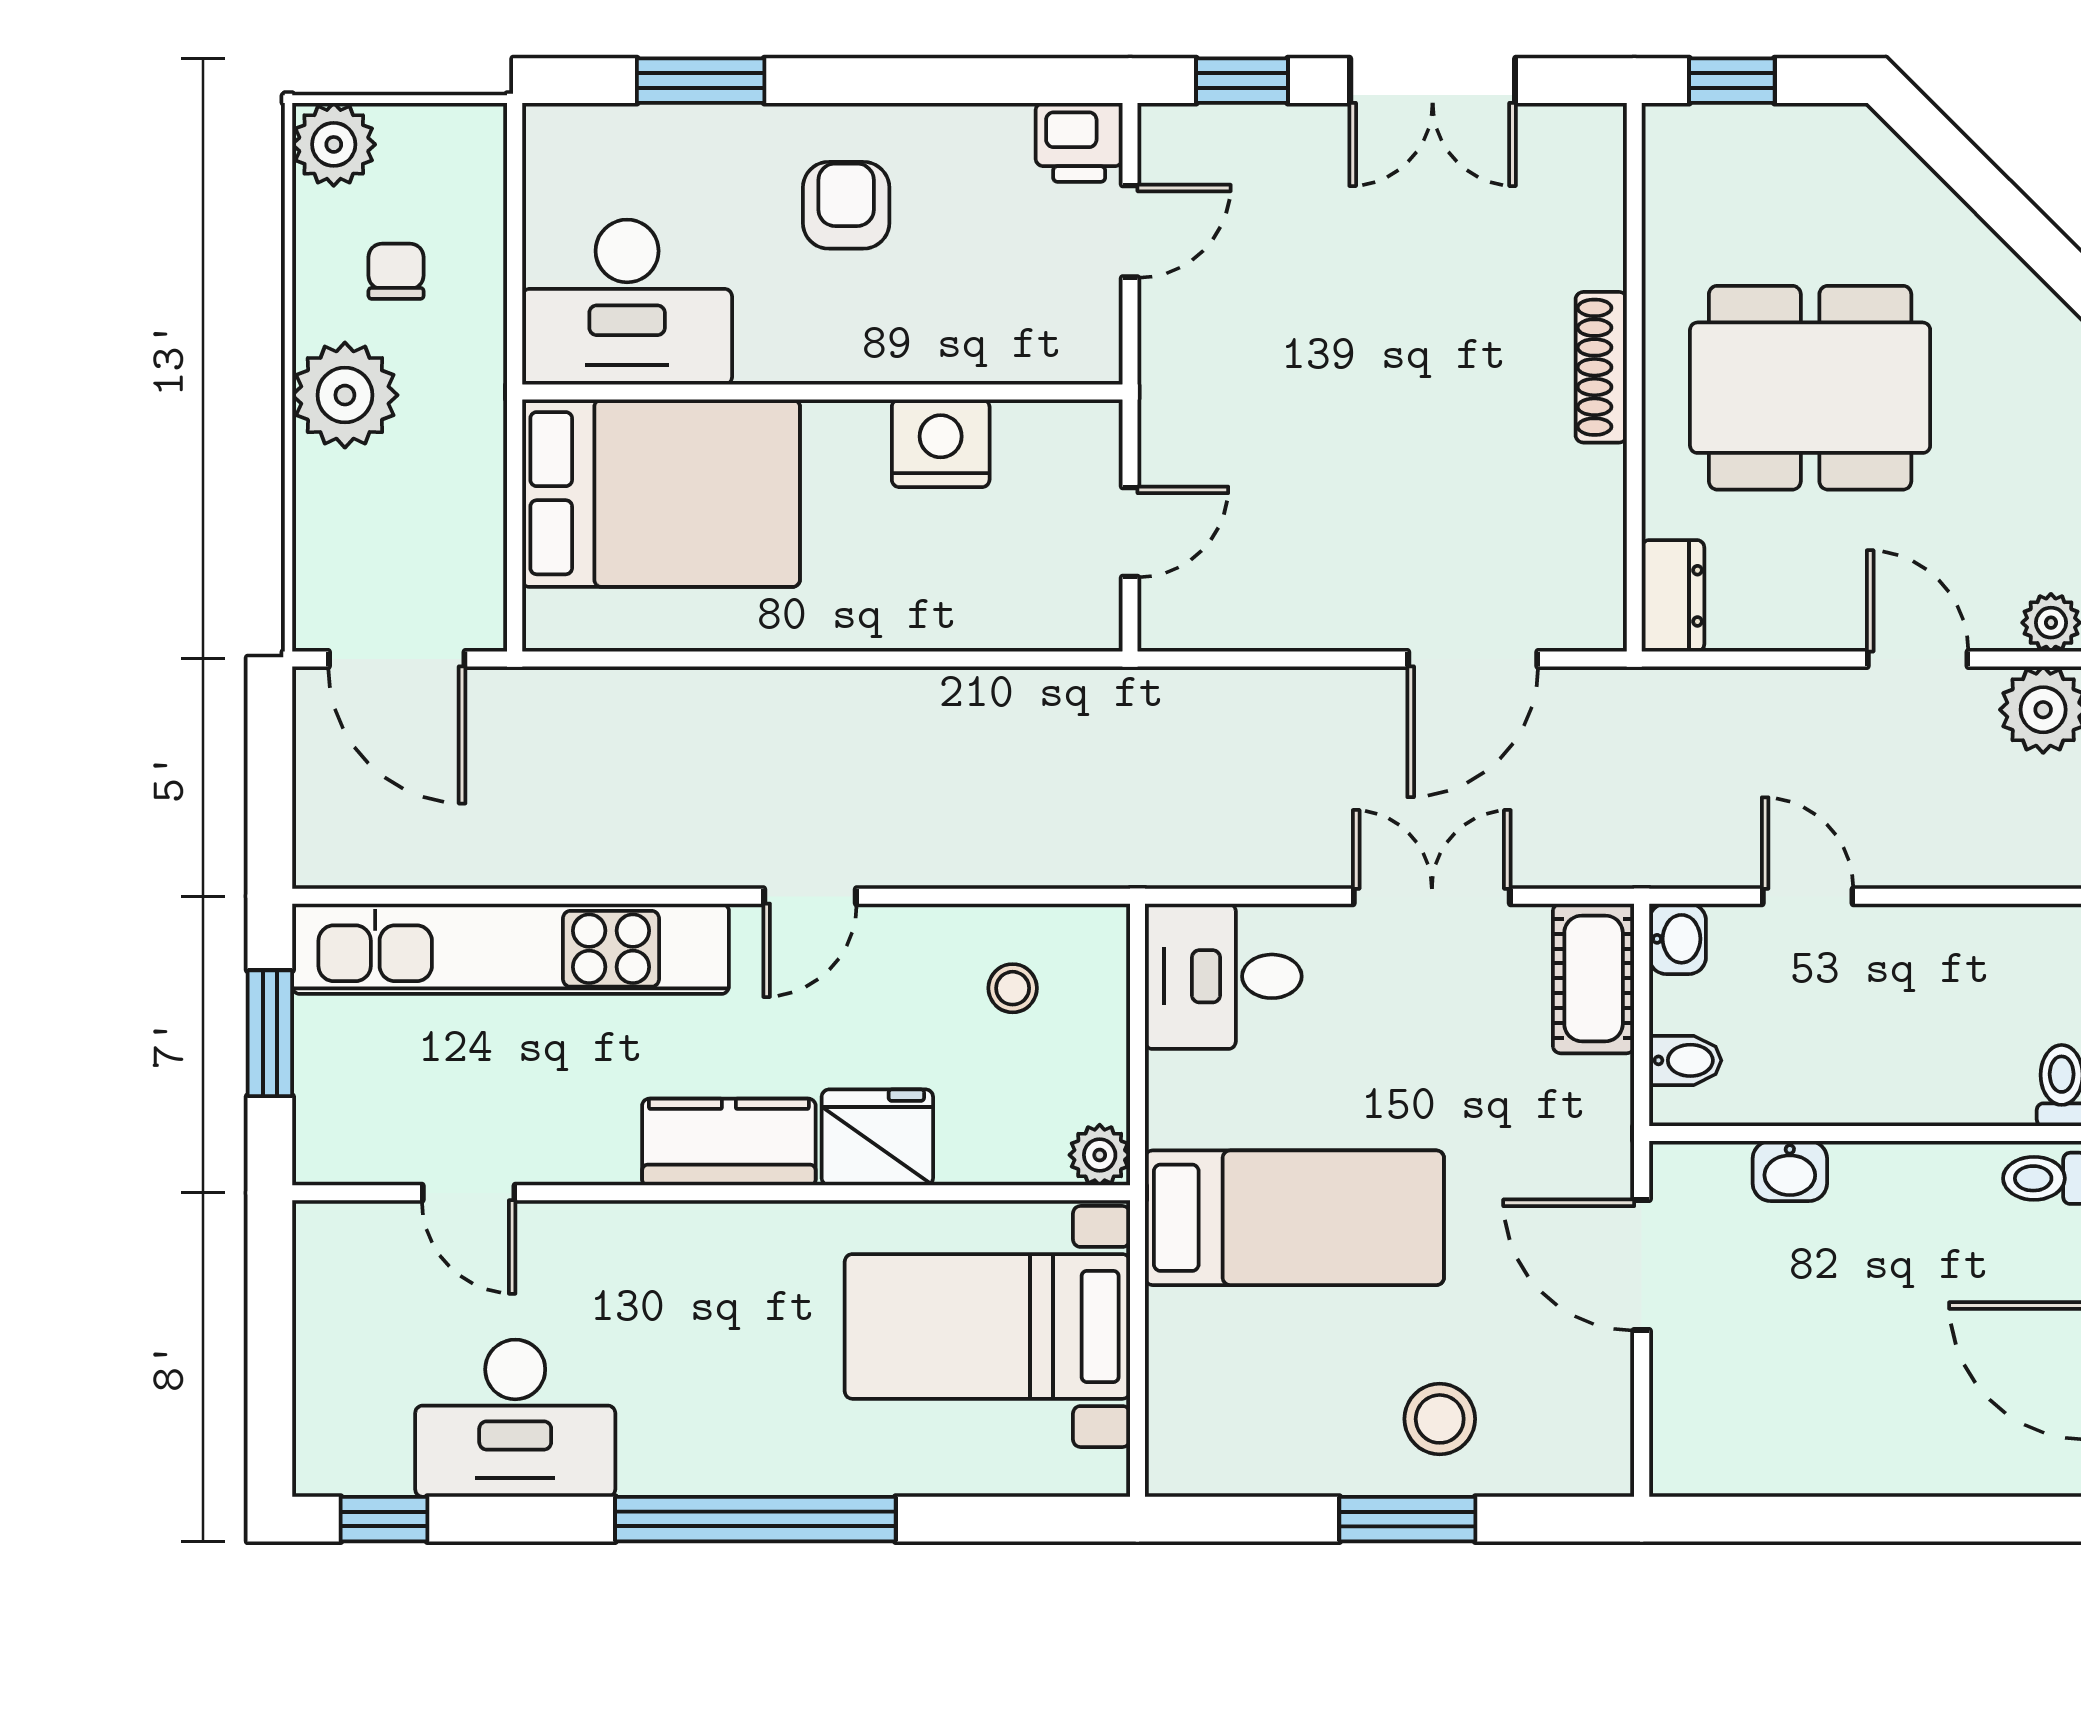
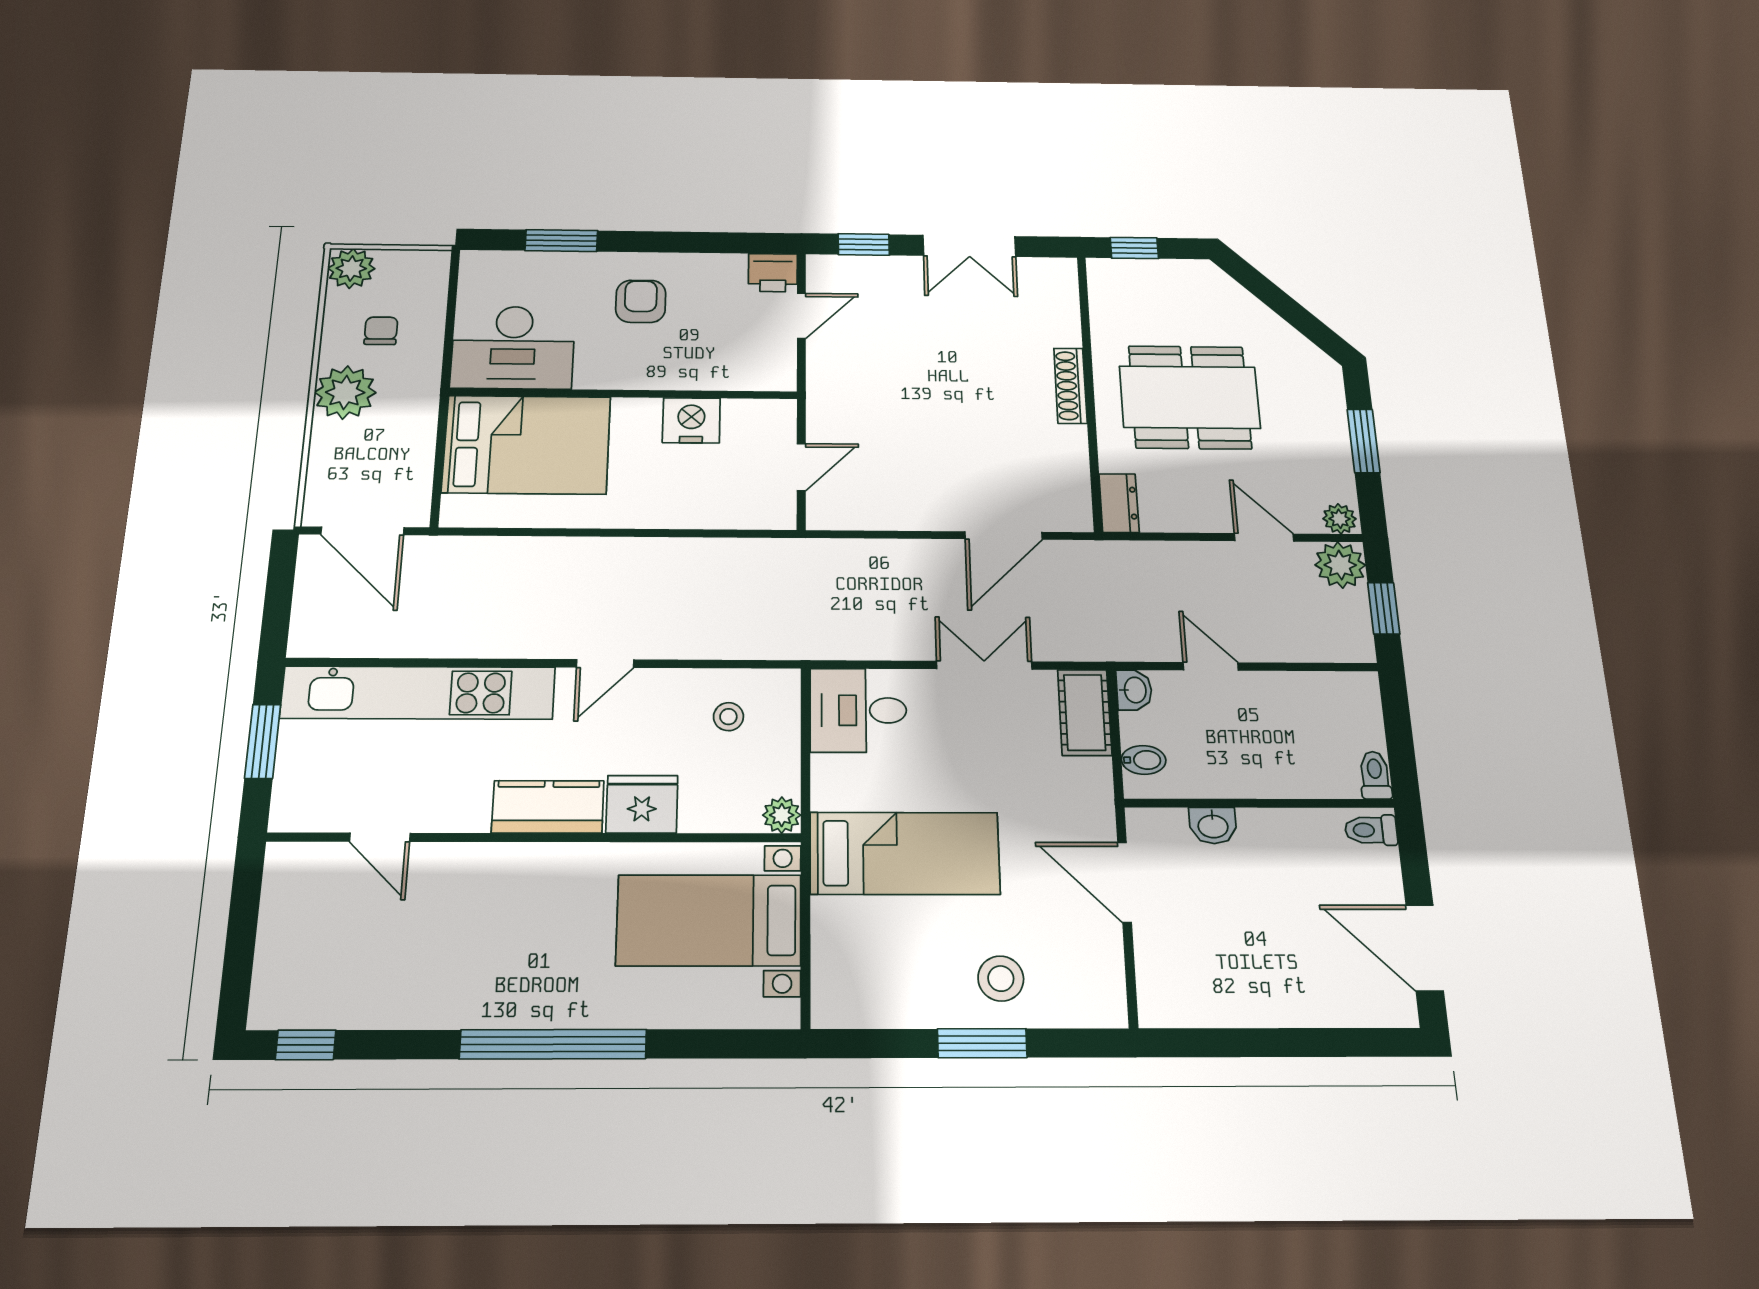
desk: (515, 1418) -> (399, 979), removed

